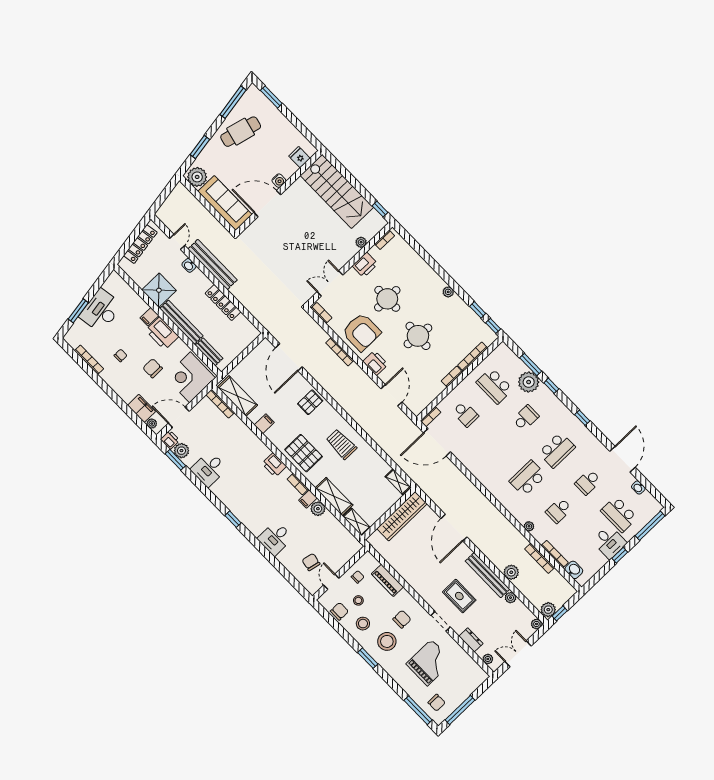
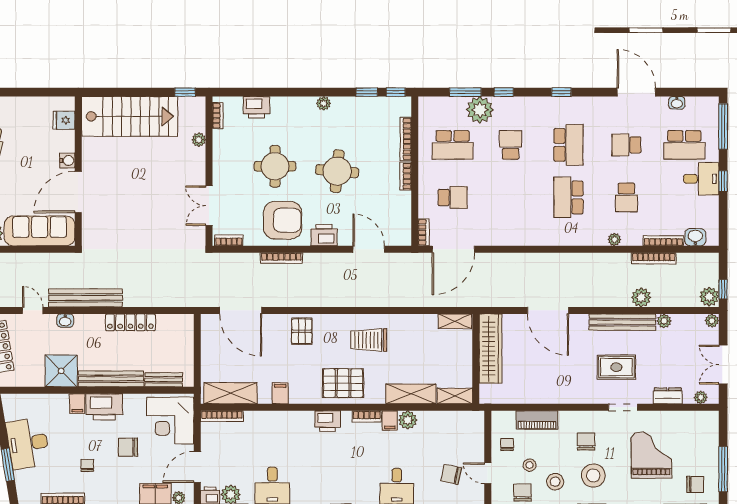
printer: (365, 265) -> (257, 107), moved, turned 90
school desk: (588, 482) -> (626, 145), turned 90

